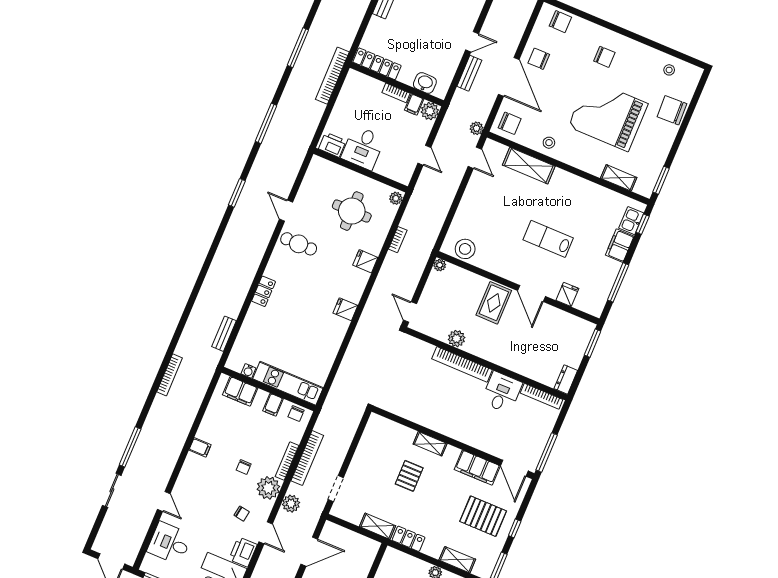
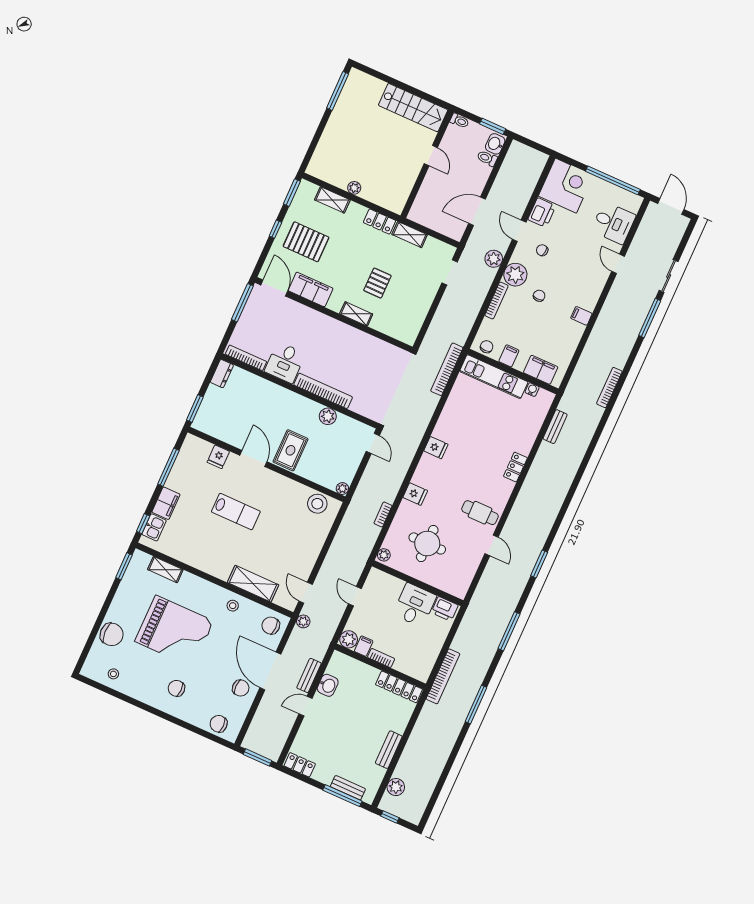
washbasin: (425, 83) -> (328, 685), moved, turned -90
bookcase: (307, 458) -> (447, 369), moved

